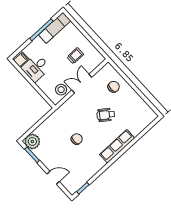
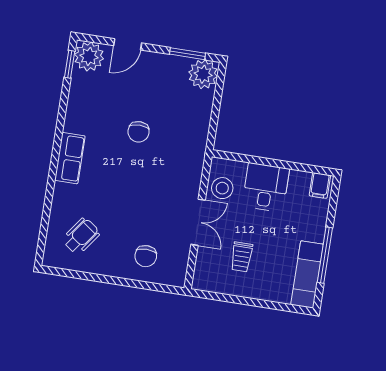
desk: (36, 68) -> (266, 187), moved
wheelchair: (106, 115) -> (81, 236), moved
row of seats: (117, 146) -> (70, 158), width x0.68
plant: (73, 185) -> (89, 56), added

